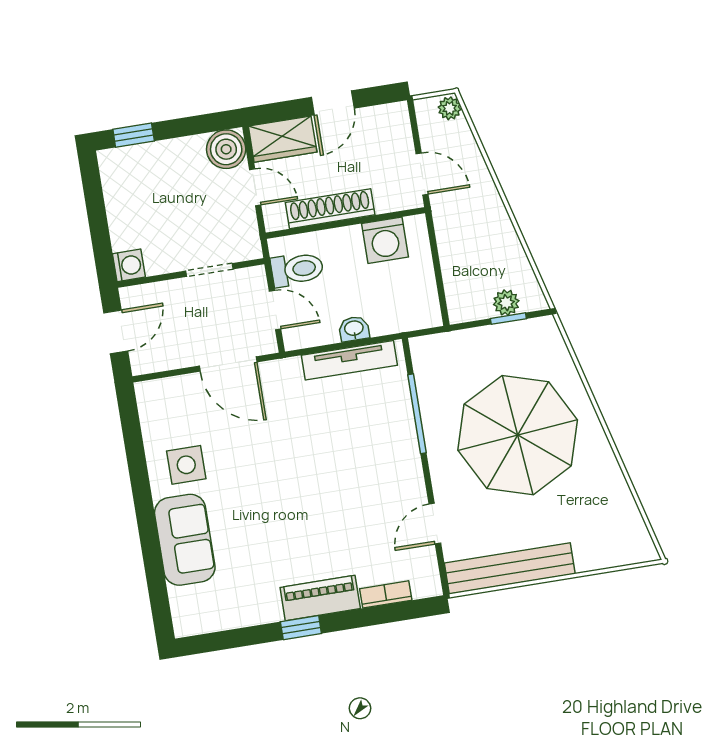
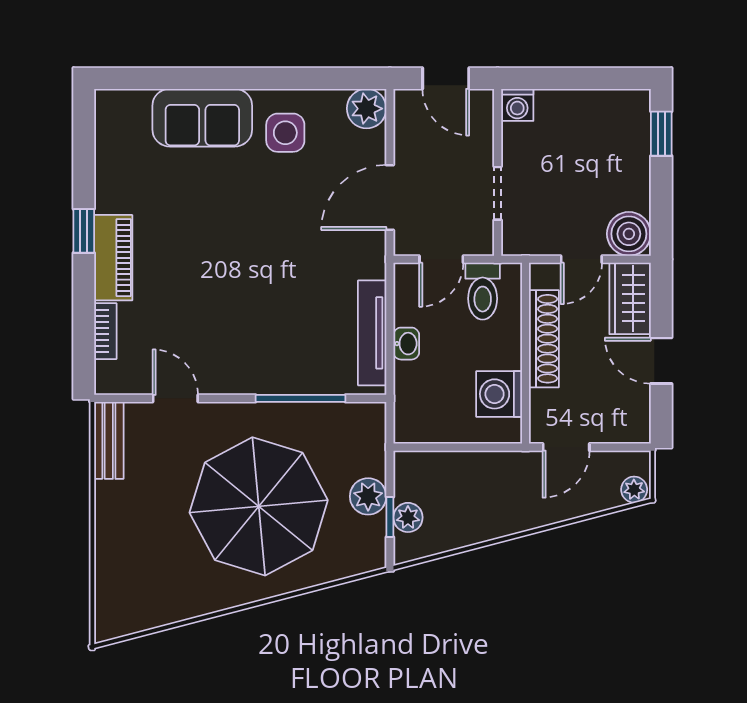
plant: (493, 341) -> (368, 496), added
plant: (153, 397) -> (367, 109), added
bench: (510, 568) -> (109, 440), width x0.54, depth x0.82

